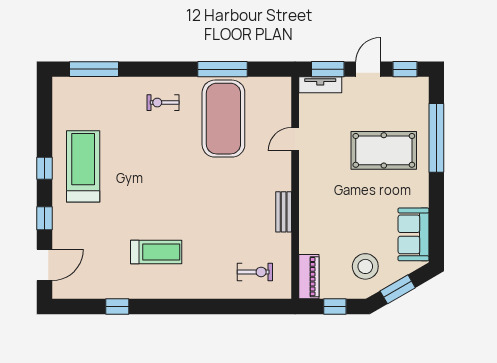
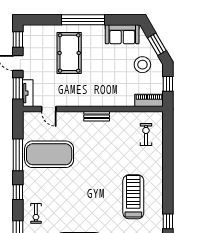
window: (163, 69) -> (18, 192), added
exercise bike: (163, 103) -> (36, 213), moved
window: (436, 138) -> (83, 20), moved
door: (295, 139) -> (49, 109), moved
bench: (284, 212) -> (97, 116), moved
treadmill: (156, 252) -> (133, 197), width x1.37, depth x1.38

